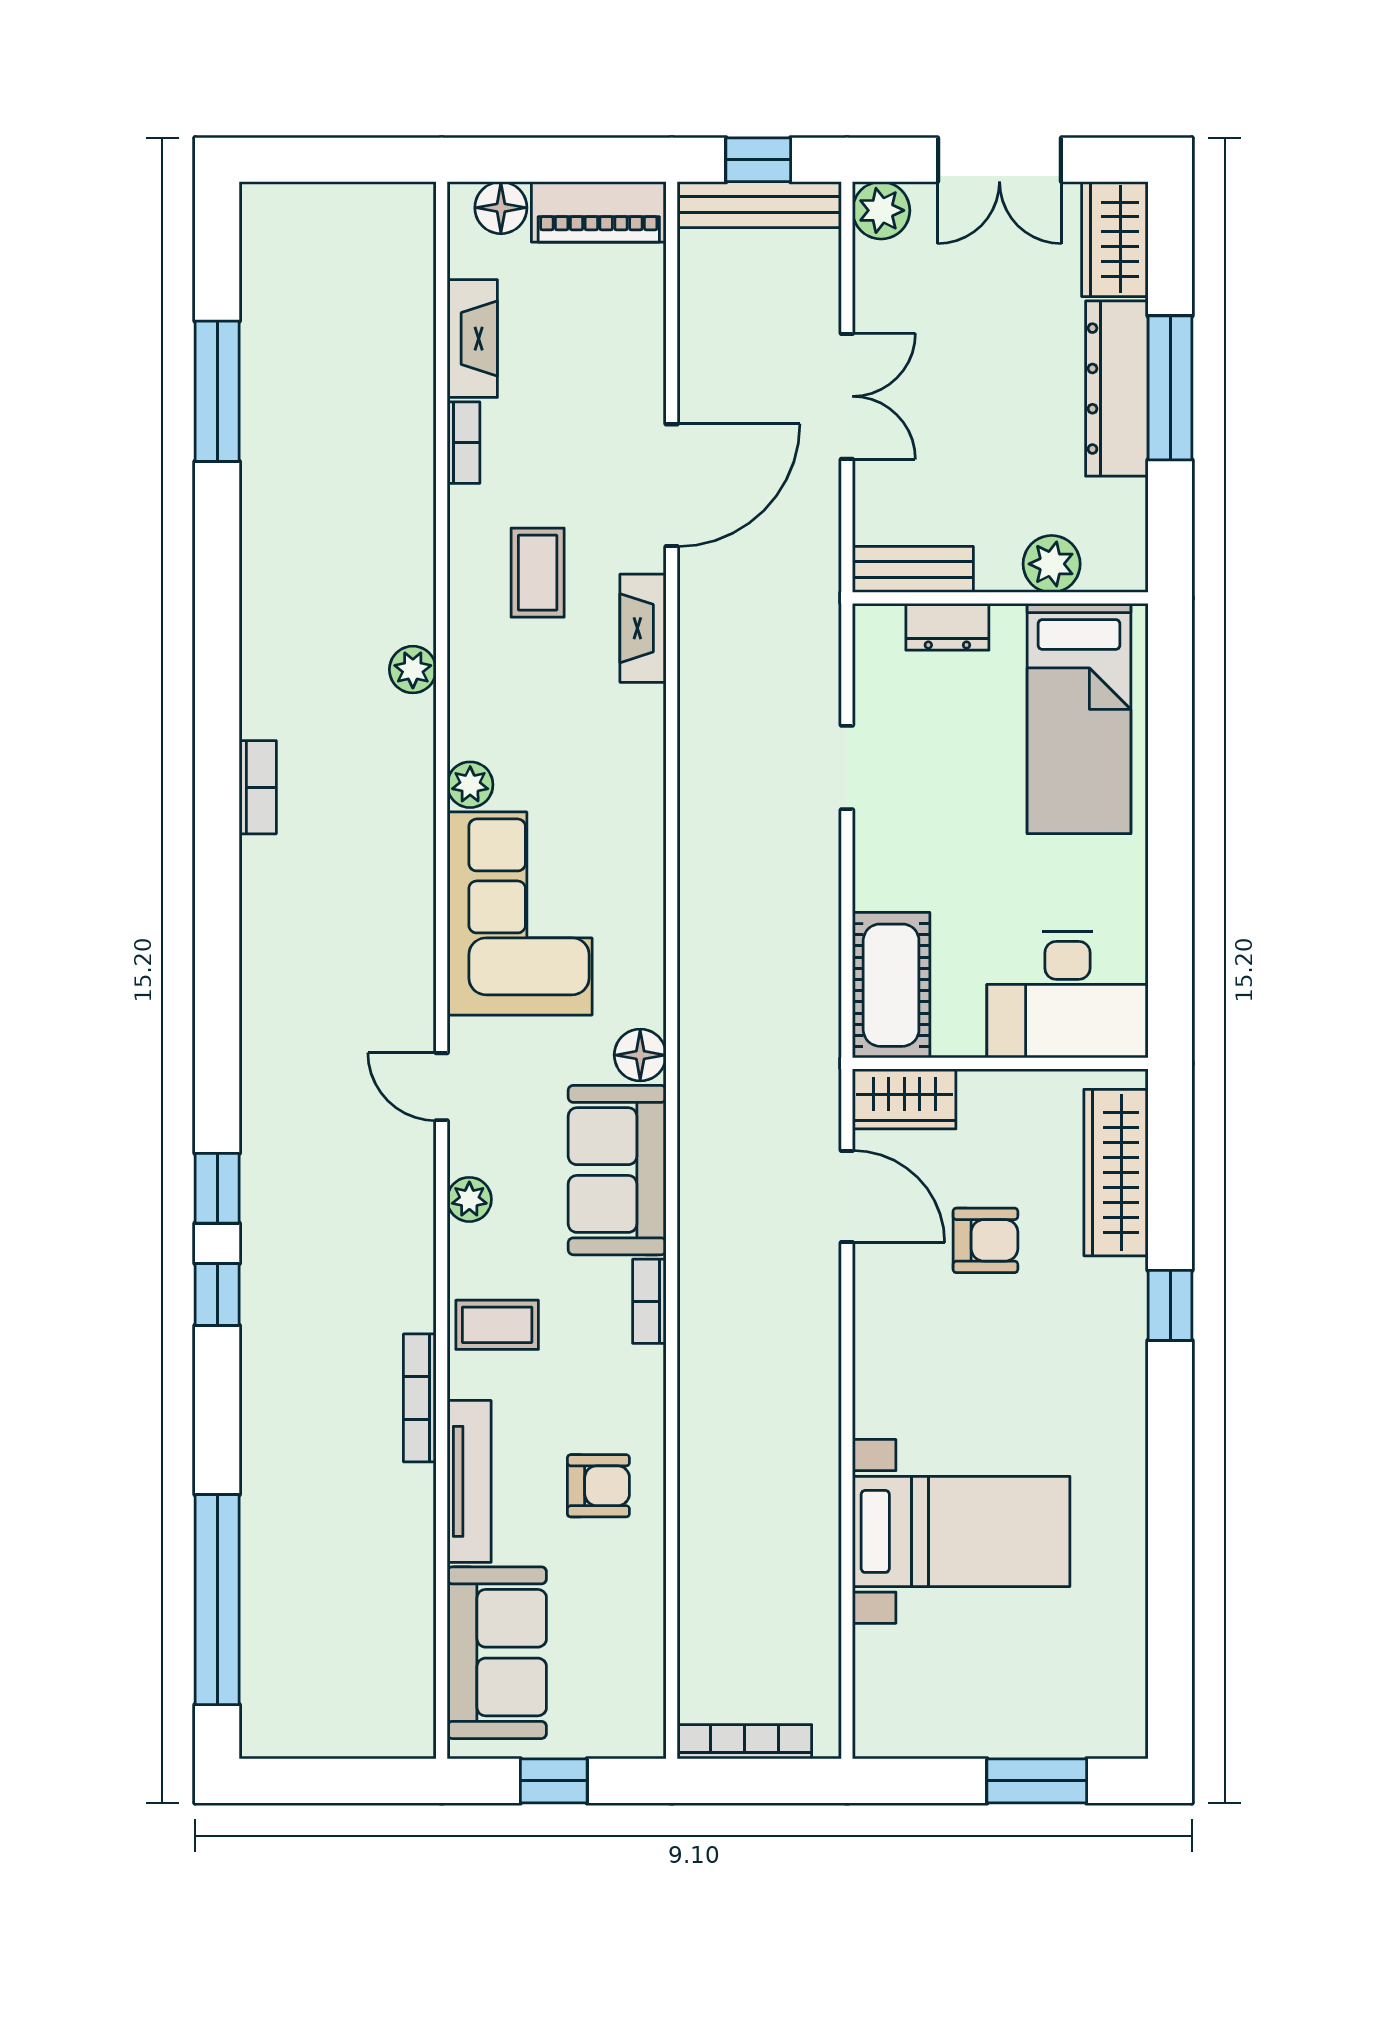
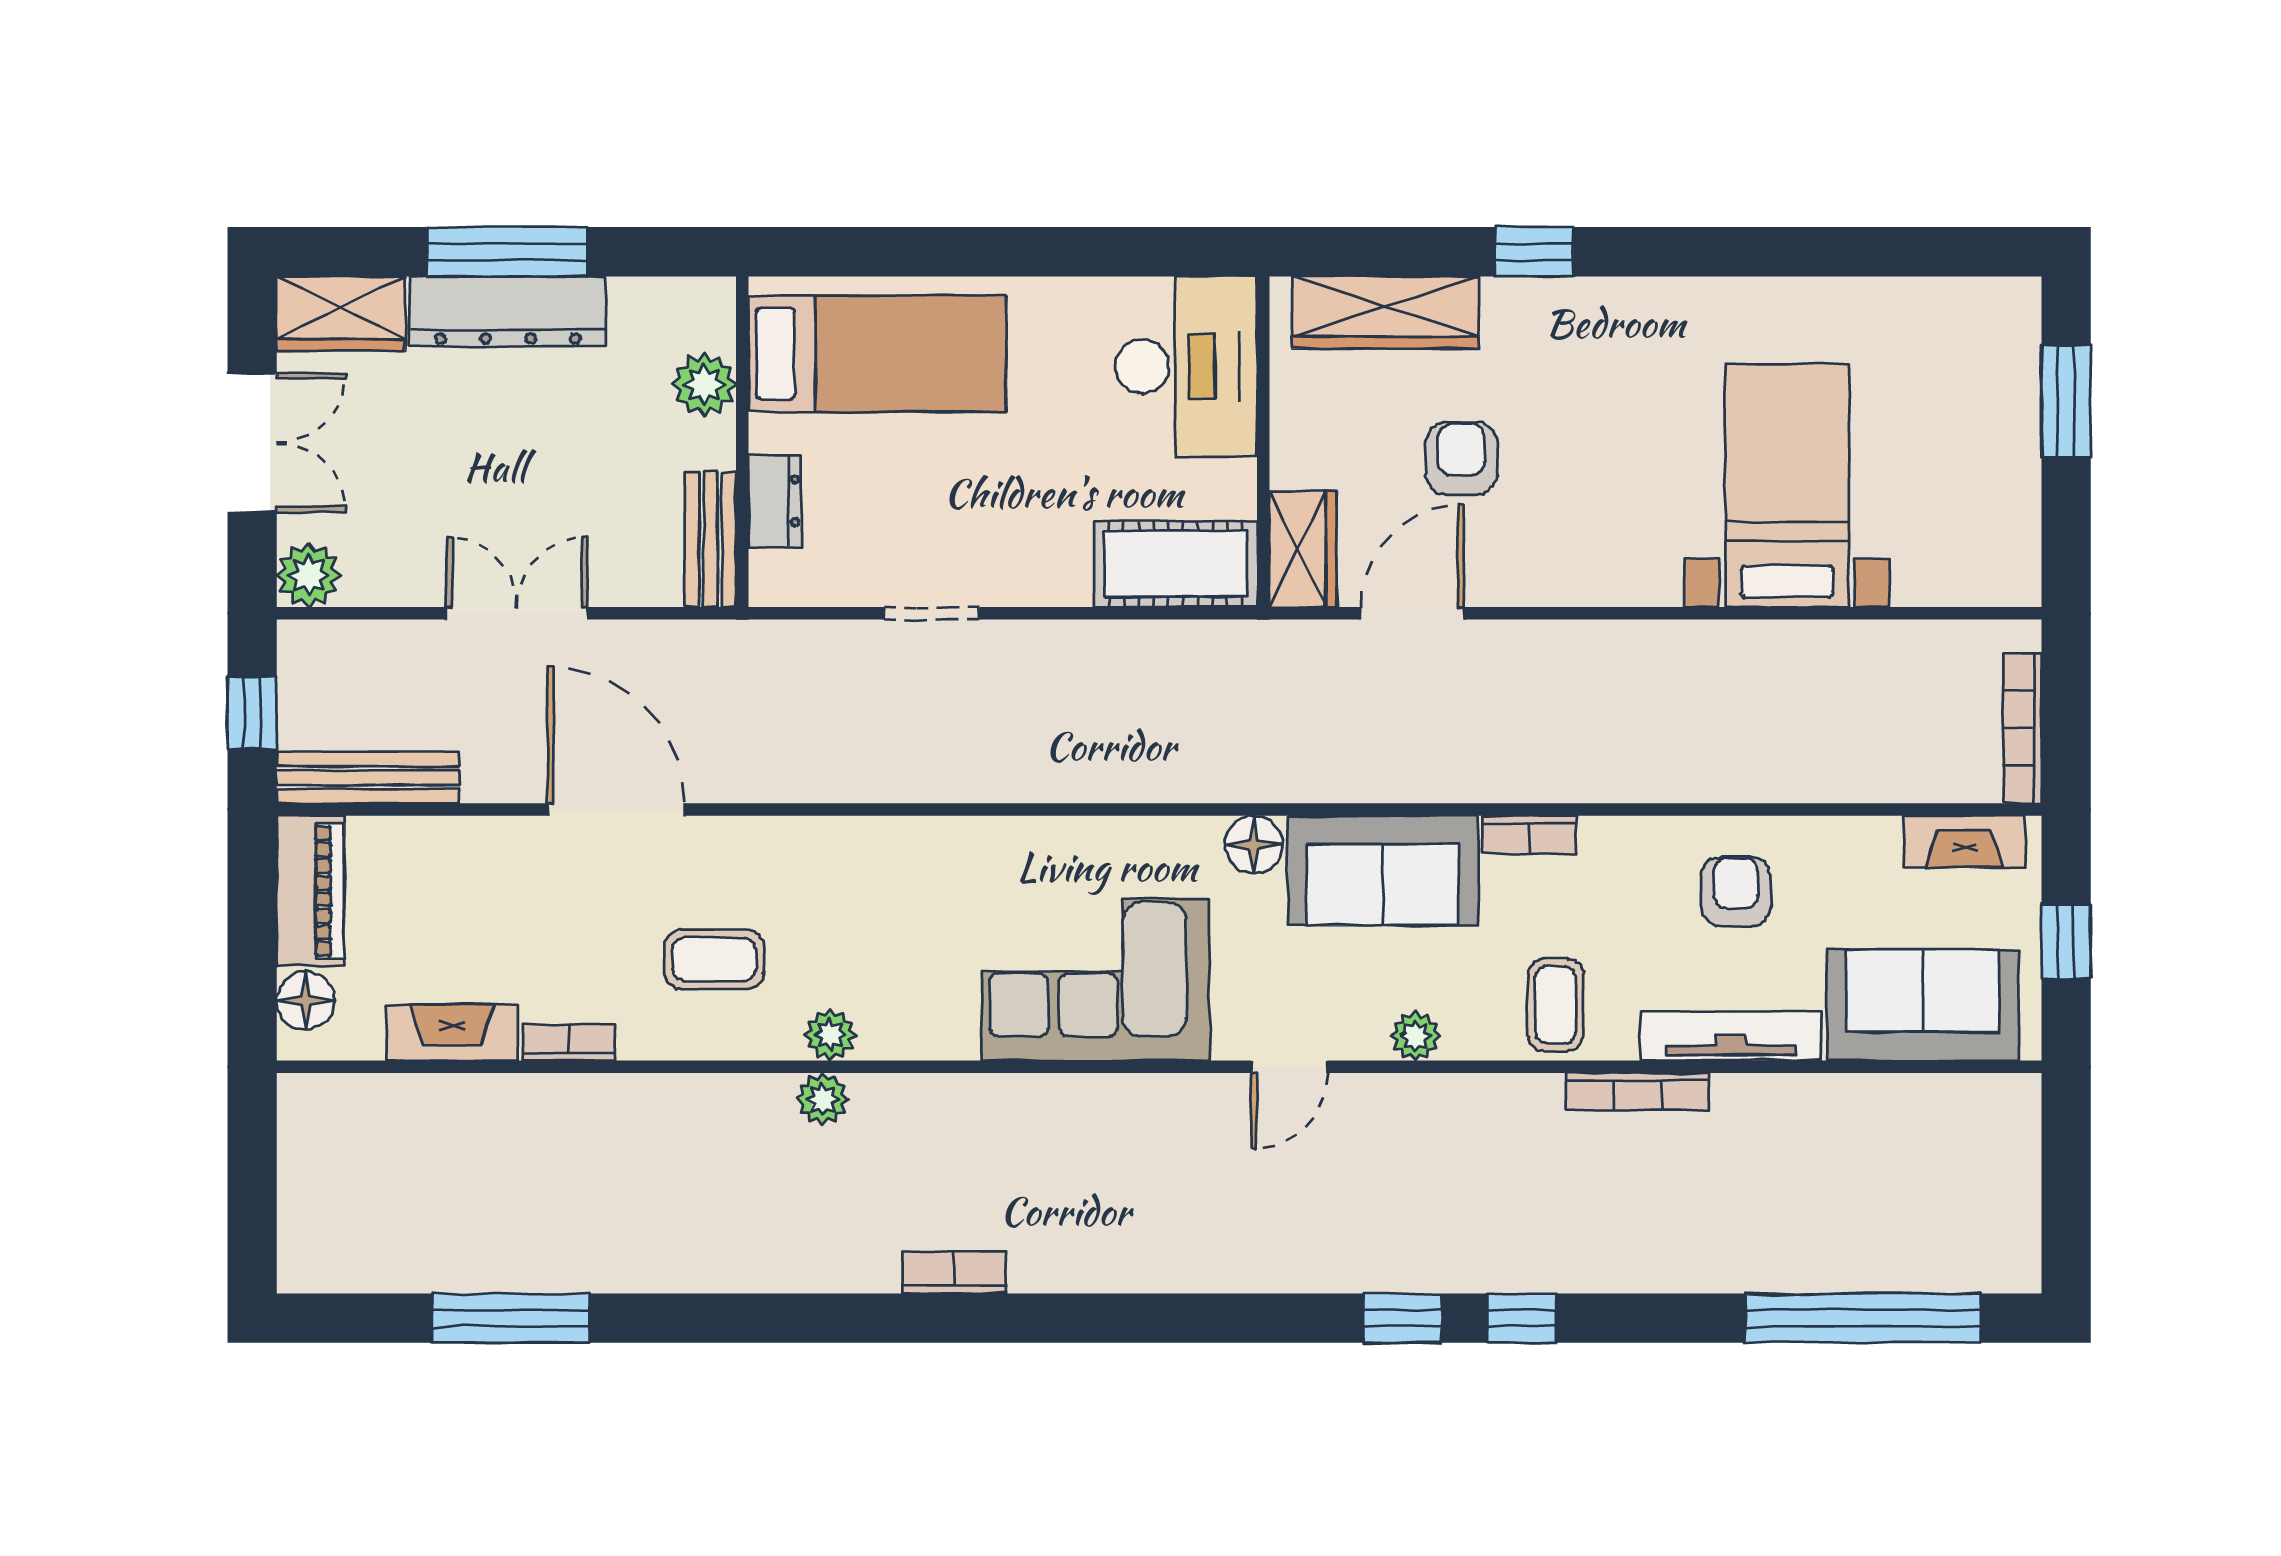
bench: (759, 205) -> (368, 778), moved, turned 90
fireplace: (643, 628) -> (1964, 841), moved
plant: (470, 785) -> (830, 1035), moved

